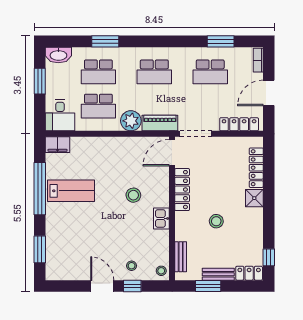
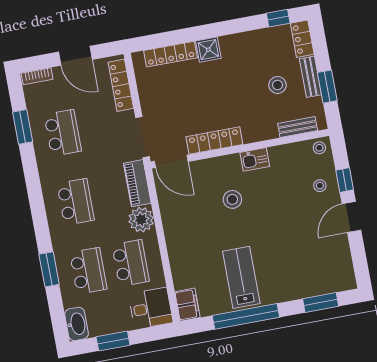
stool: (216, 221) -> (277, 85), moved

